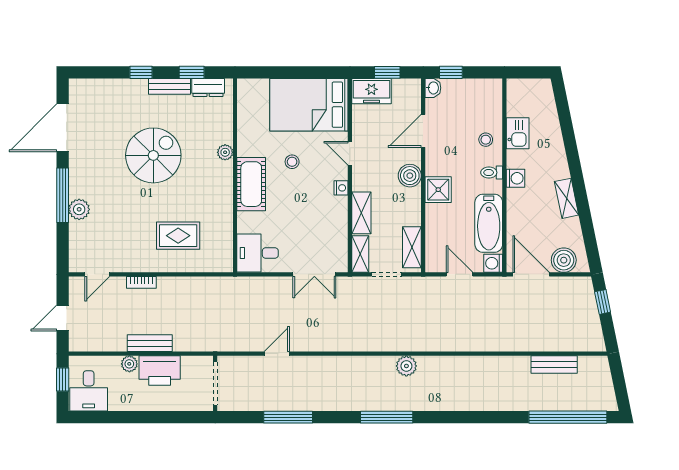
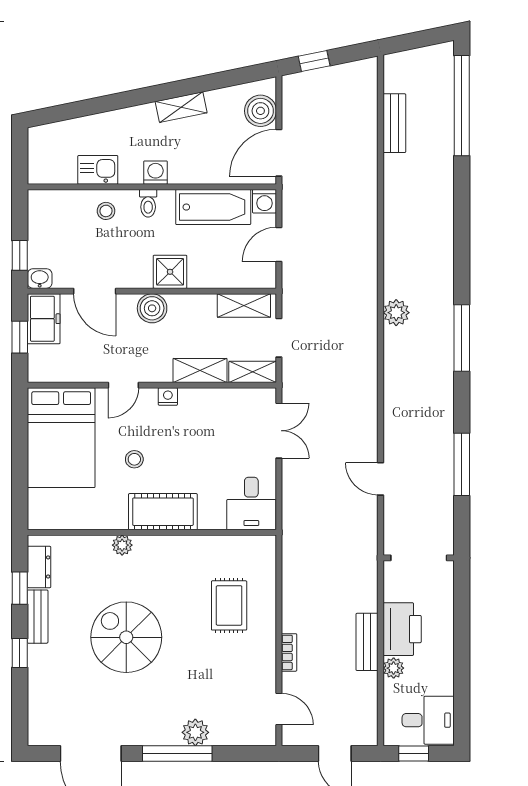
freezer: (371, 91) -> (44, 319), moved

